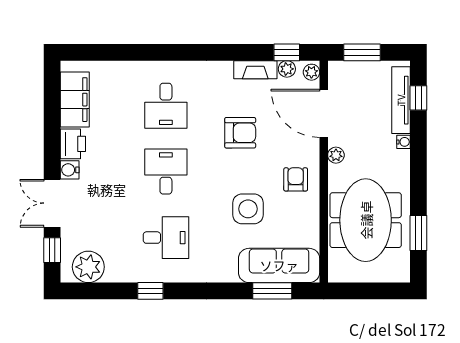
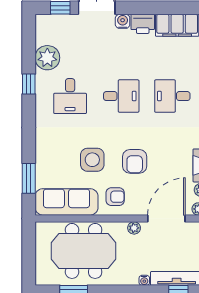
armchair: (240, 133) -> (135, 161), moved
sofa: (279, 265) -> (66, 202), moved, turned -90
plant: (88, 267) -> (47, 58), moved

